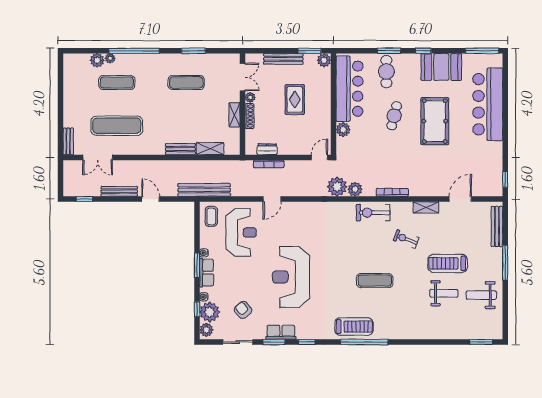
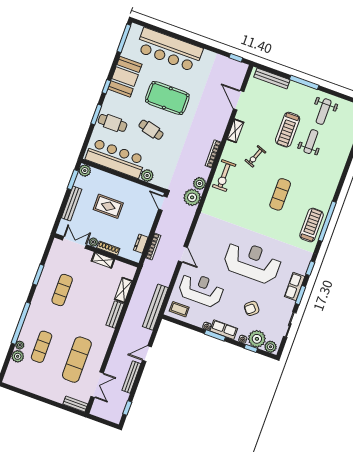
reception desk: (291, 277) -> (252, 262), turned 180
armchair: (243, 310) -> (252, 308), moved

